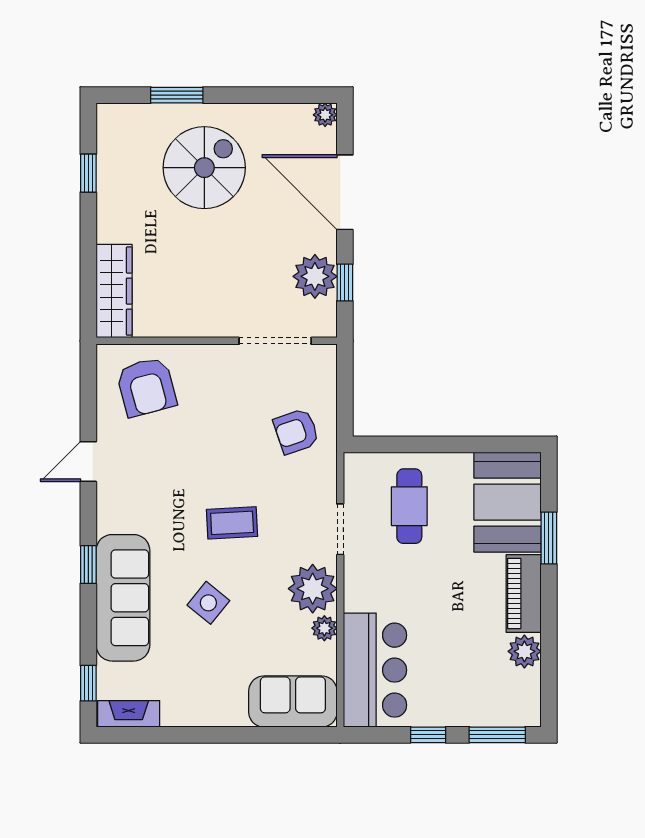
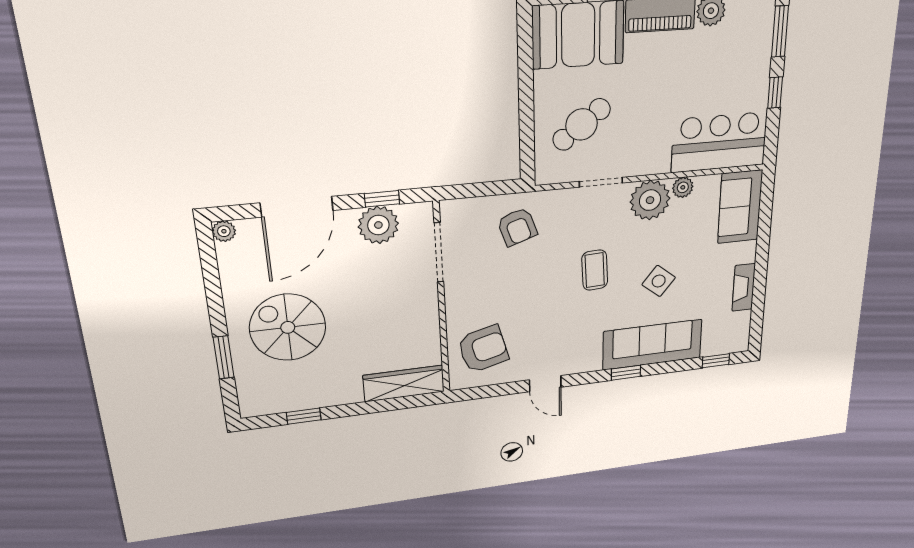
cafe table: (409, 506) -> (582, 124), turned -37
fireplace: (129, 714) -> (744, 287), moved

